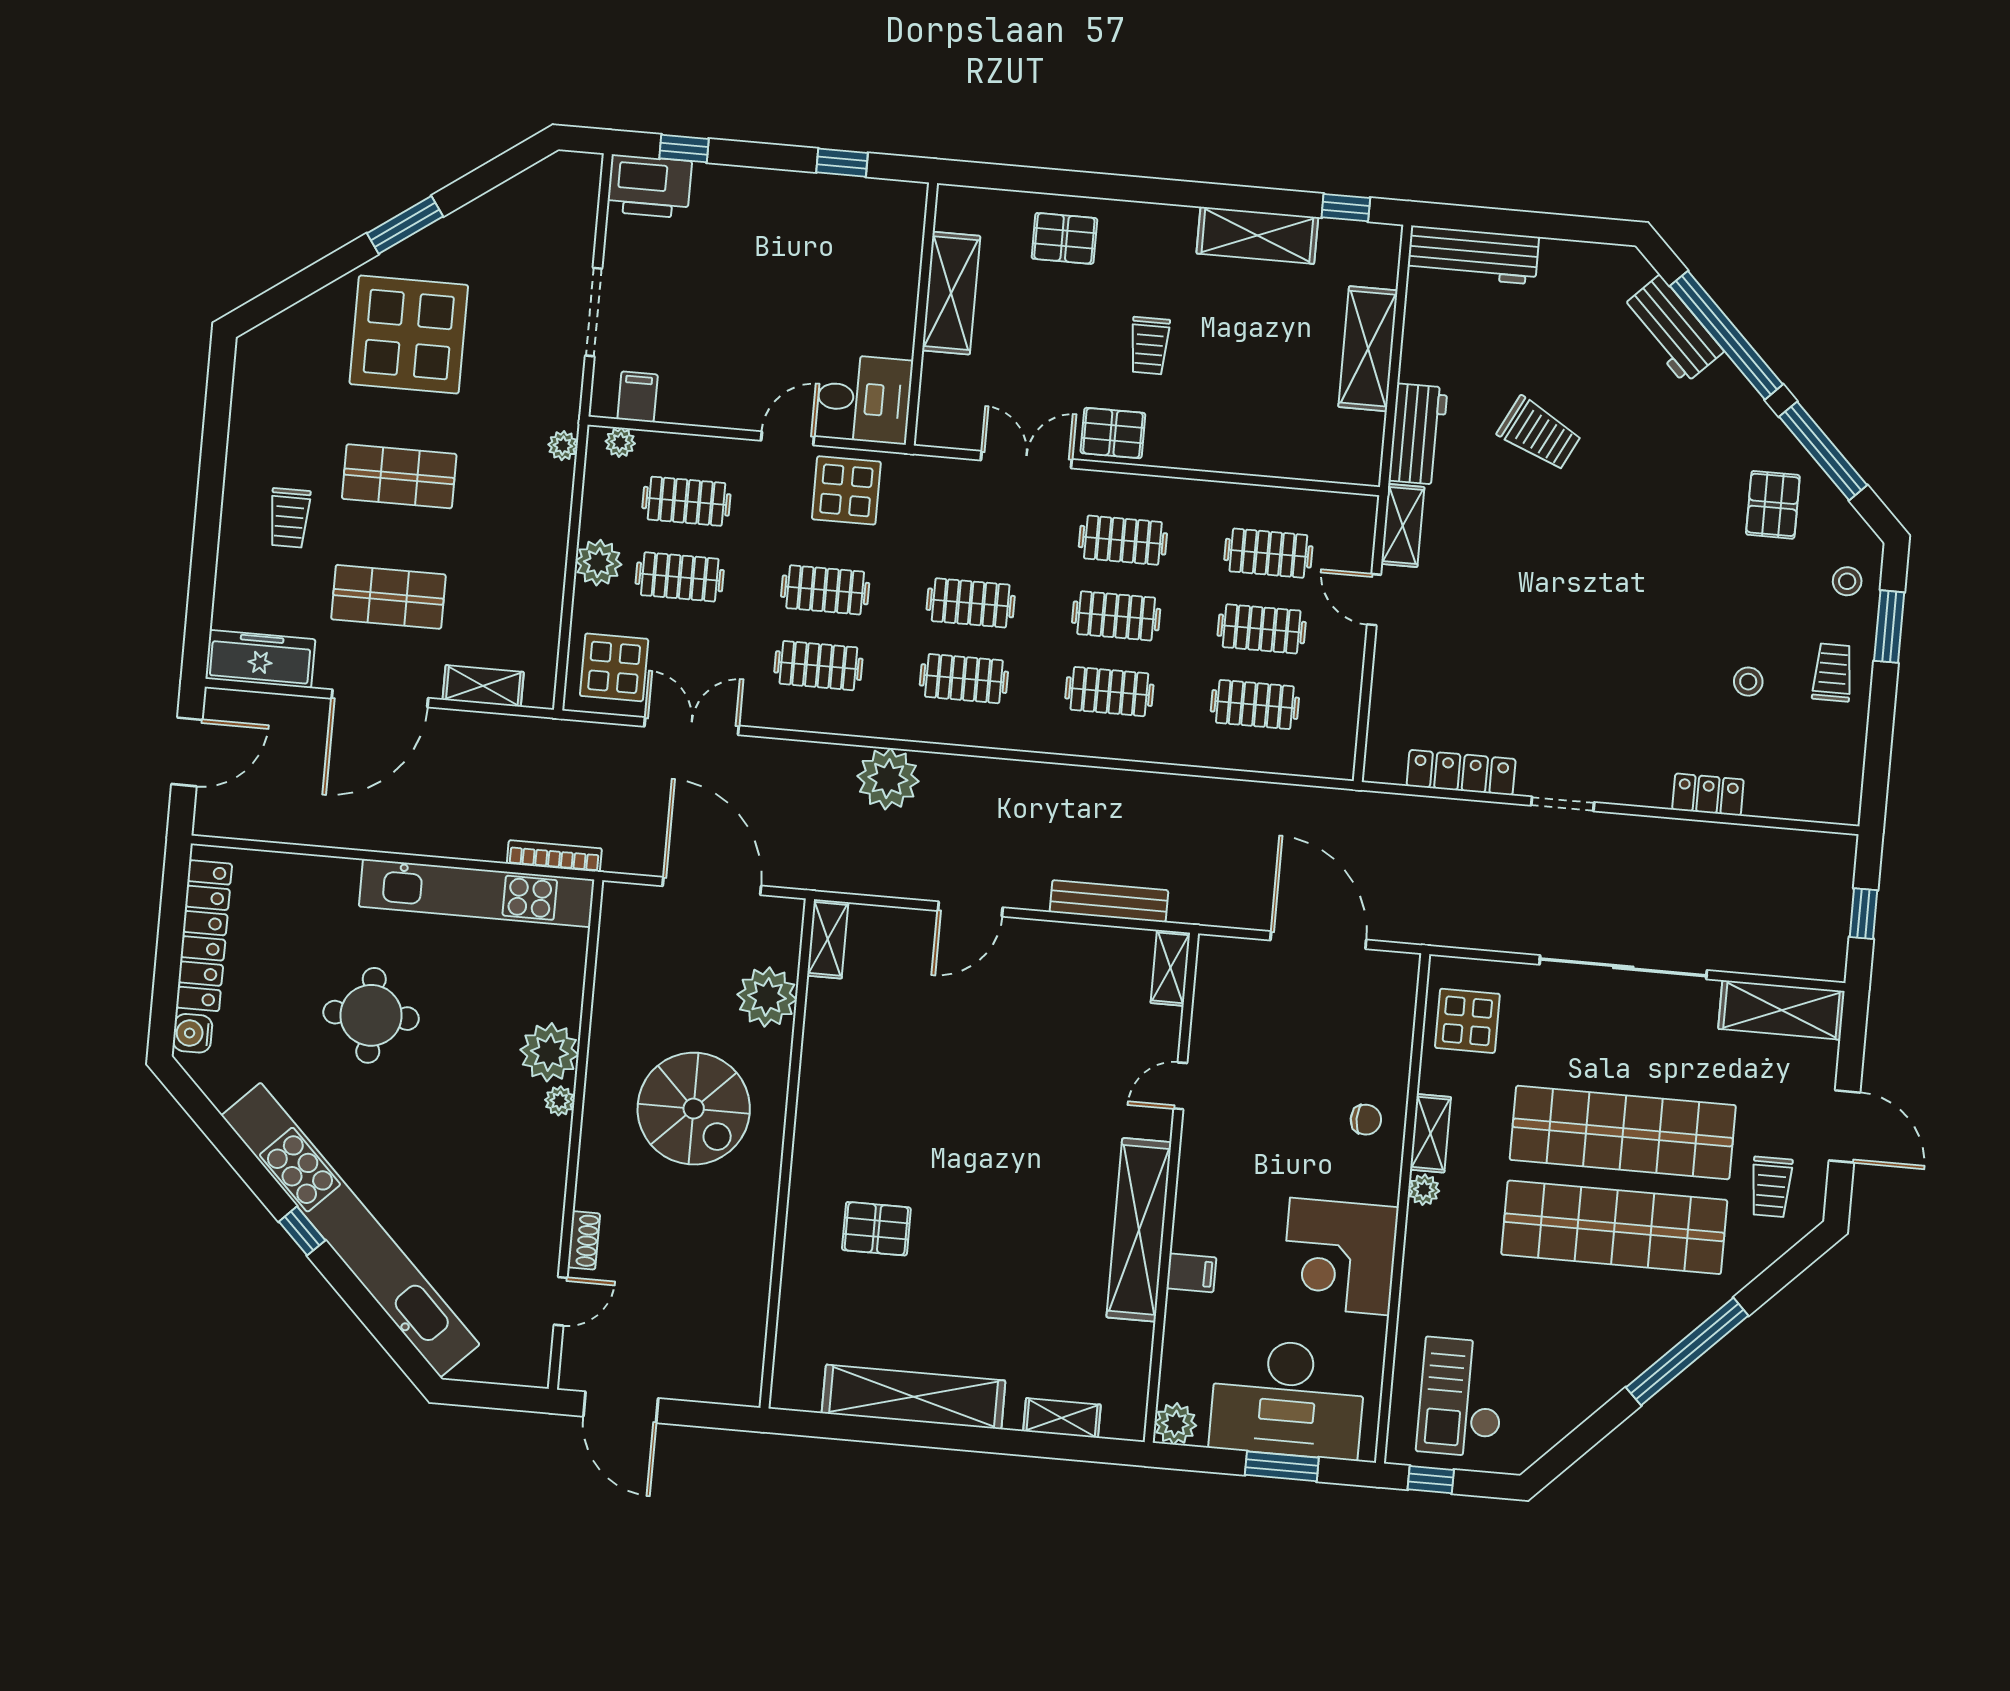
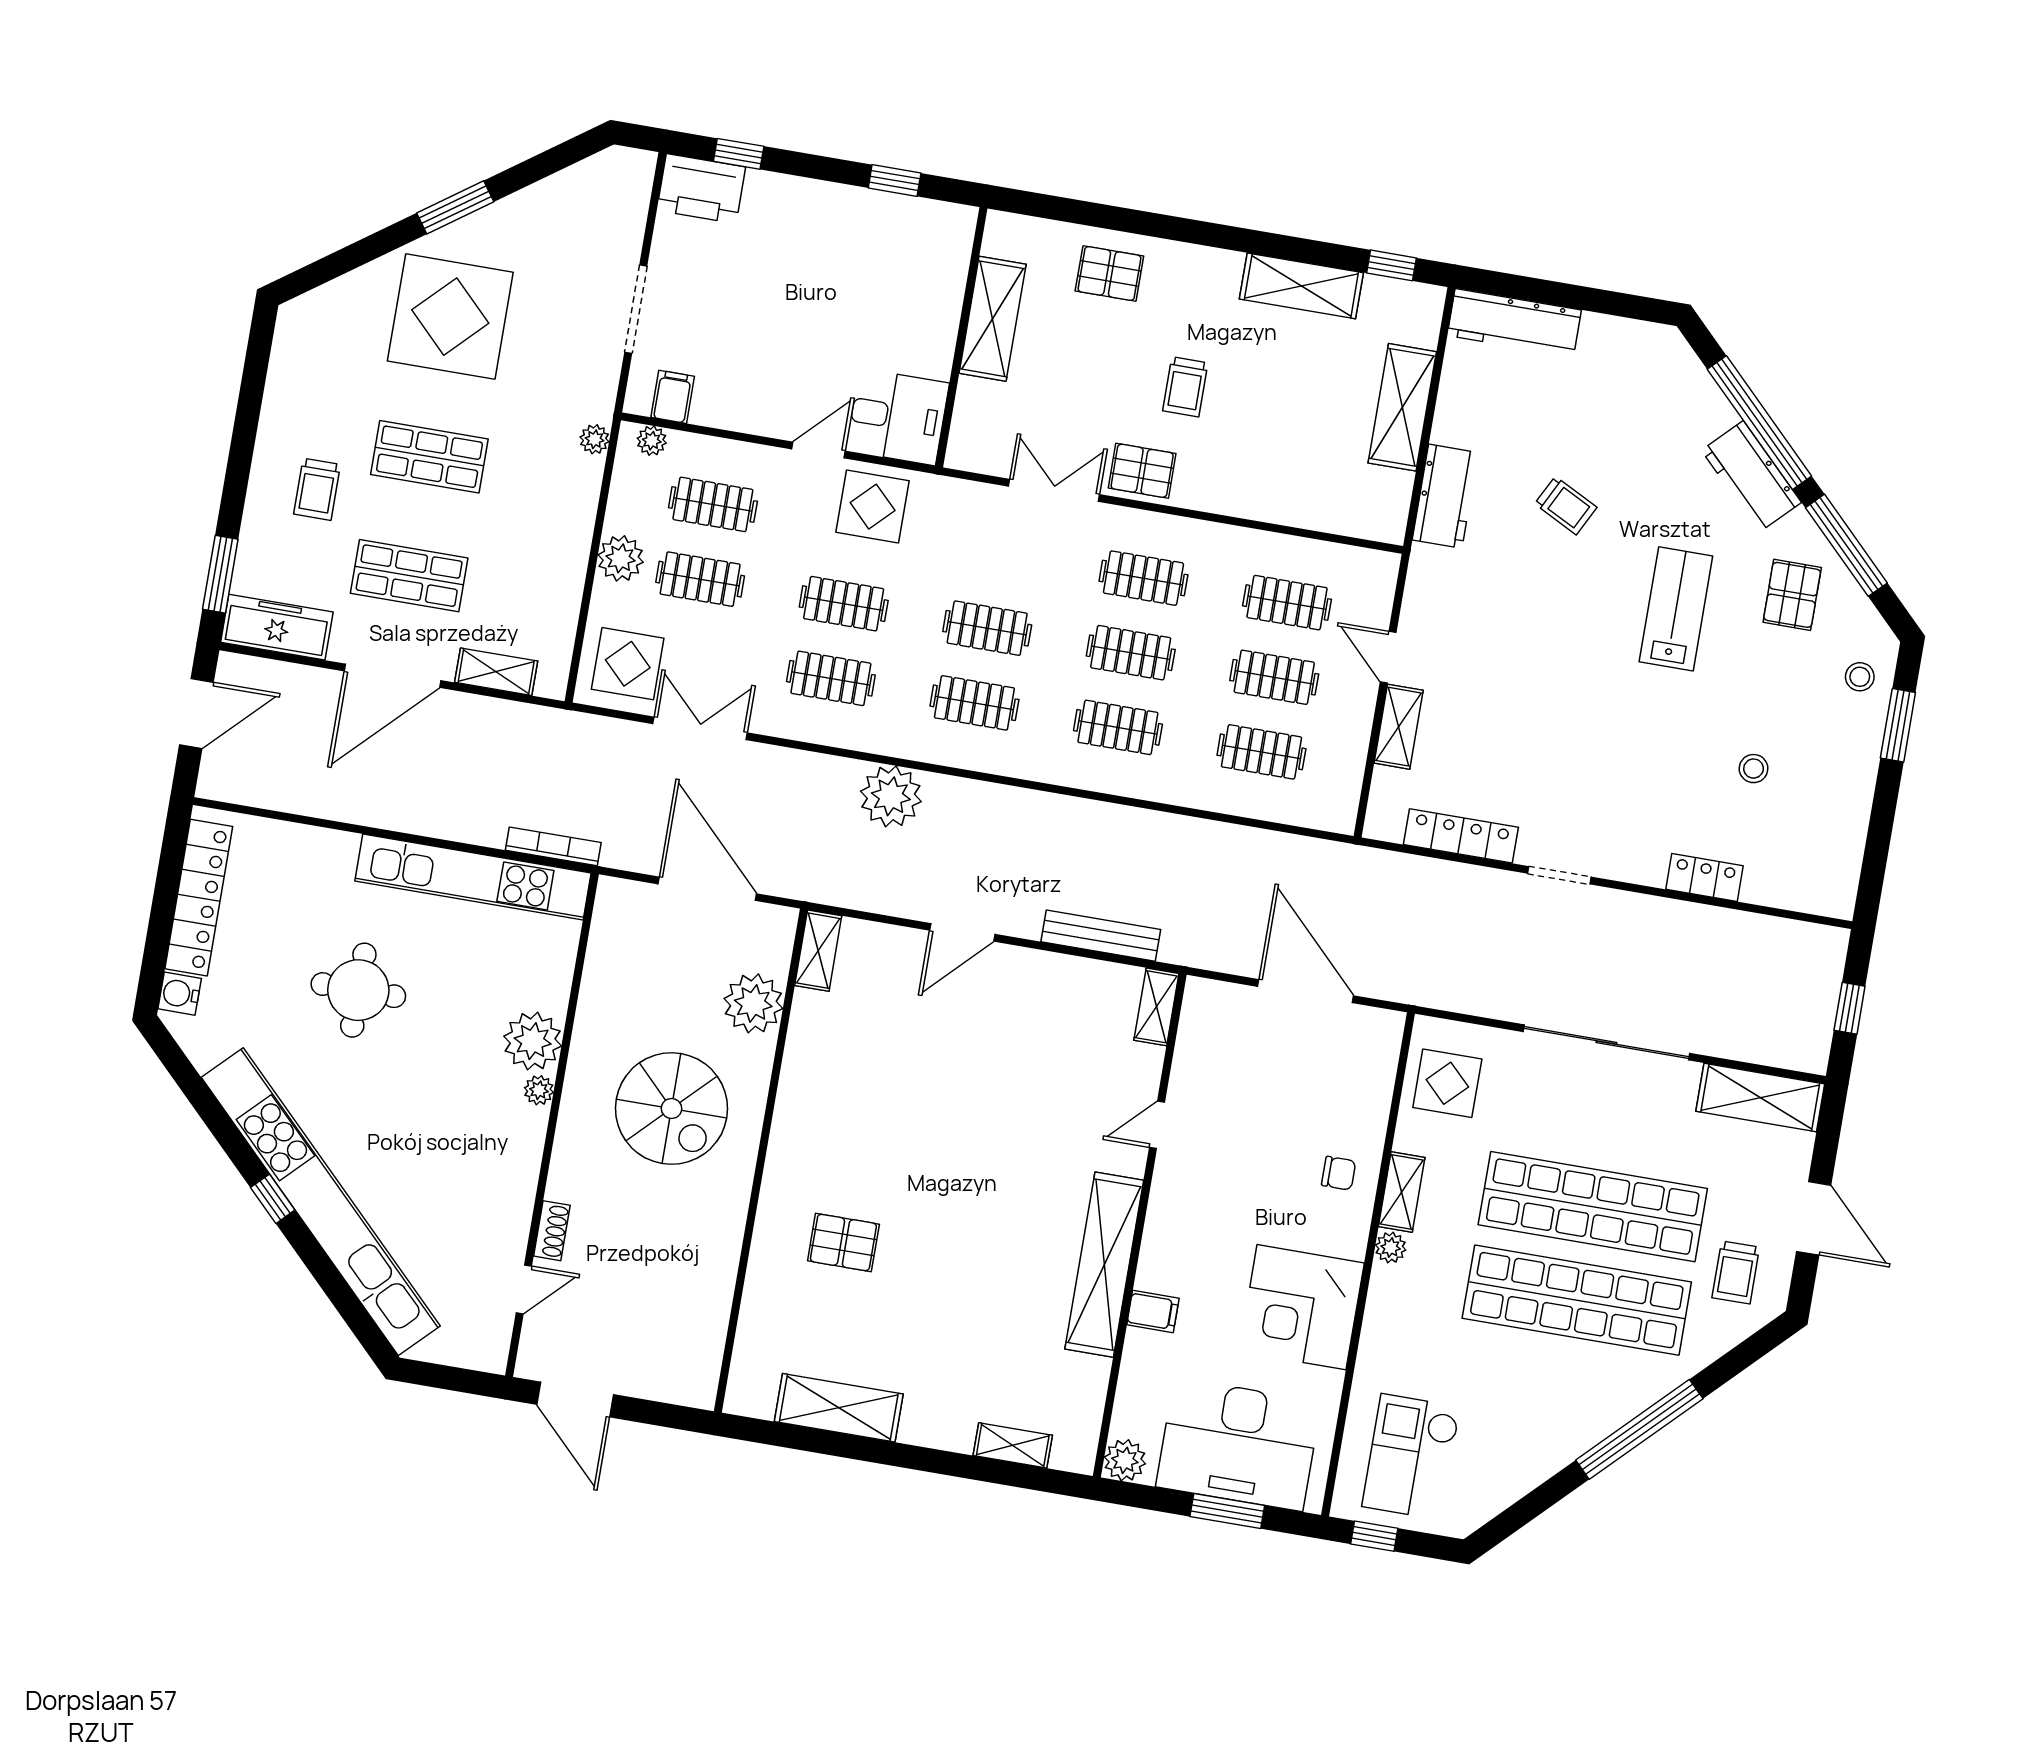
workbench: (1672, 329) -> (1751, 476), moved
trolley: (1539, 434) -> (1566, 506), width x0.73, depth x0.72
shelving: (1403, 525) -> (1399, 727), moved
lab bench: (1658, 528) -> (1676, 609), added
window: (200, 611) -> (220, 574), added
trolley: (1833, 673) -> (1838, 766), removed
shelving: (914, 1397) -> (839, 1408), width x0.68

